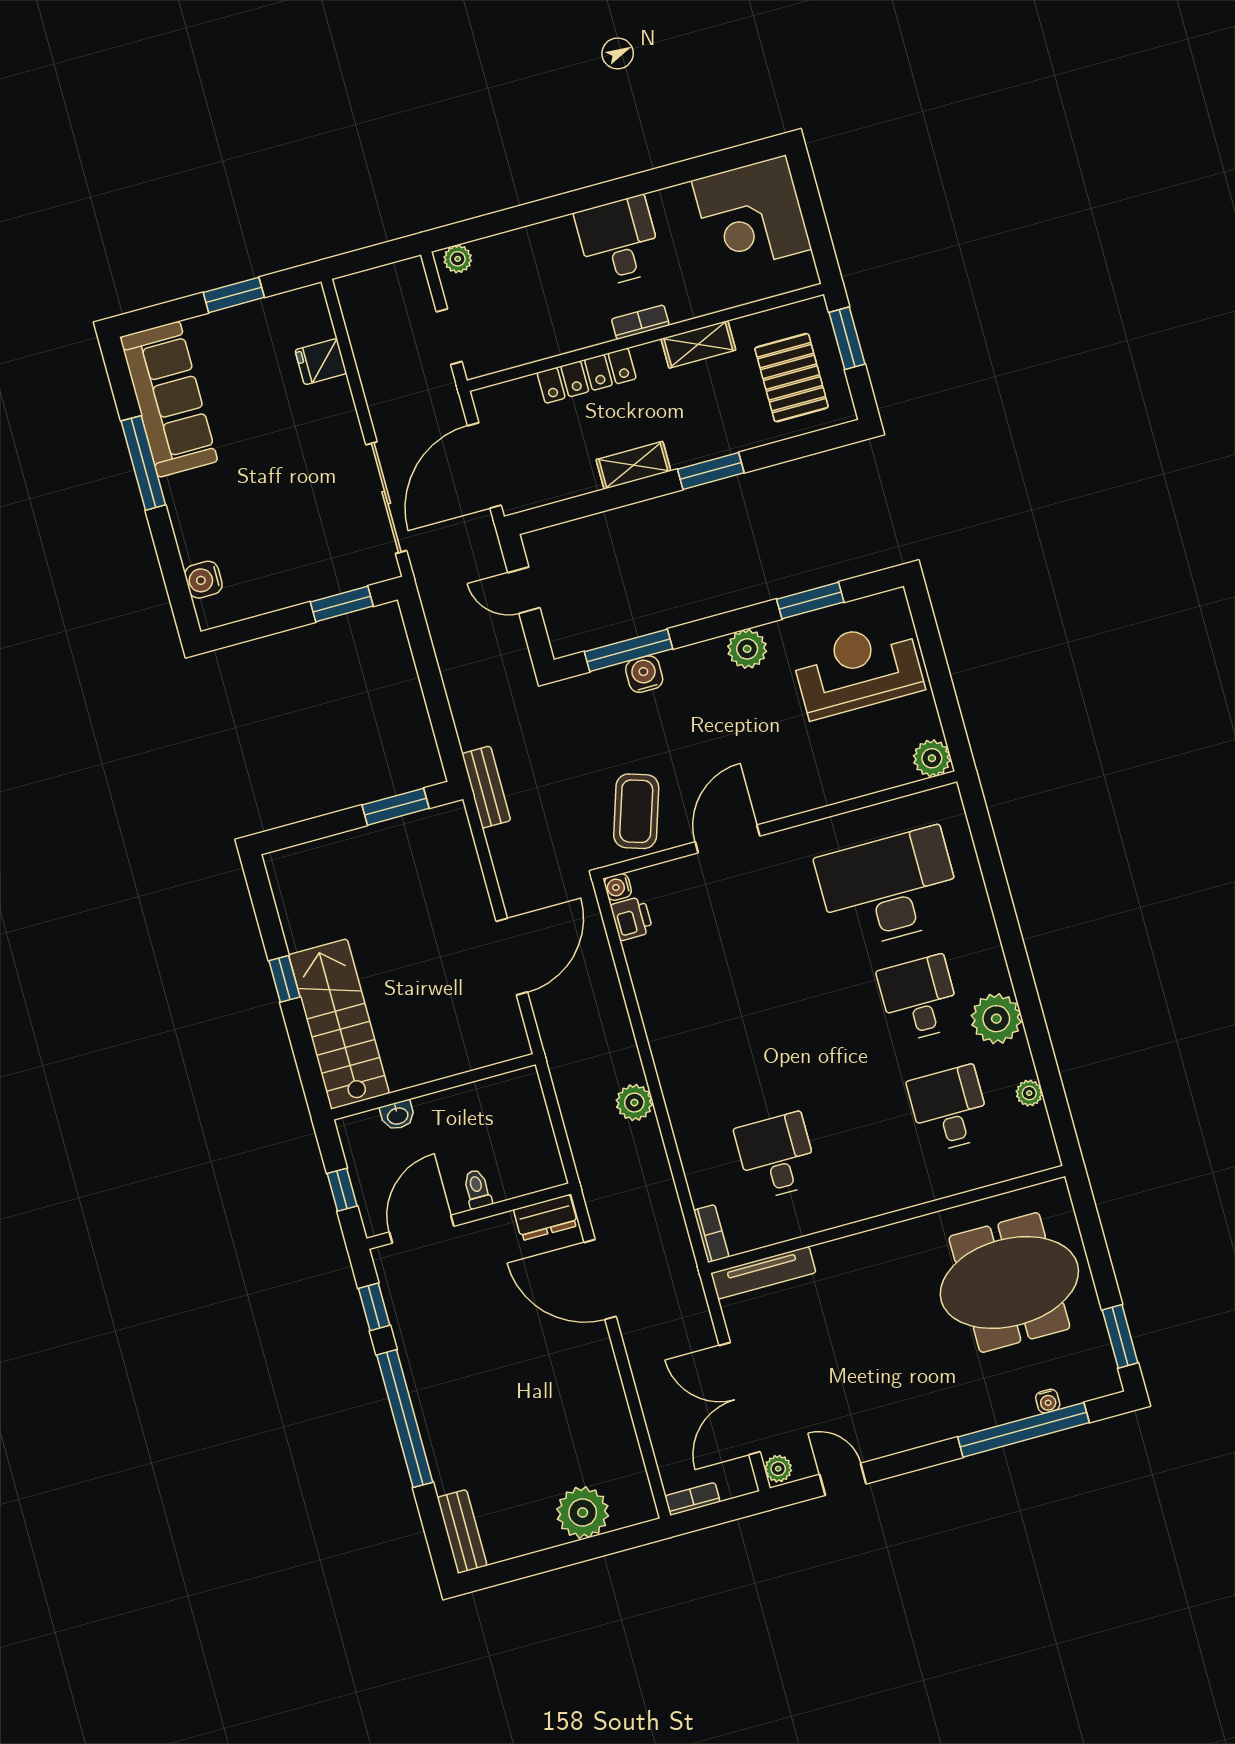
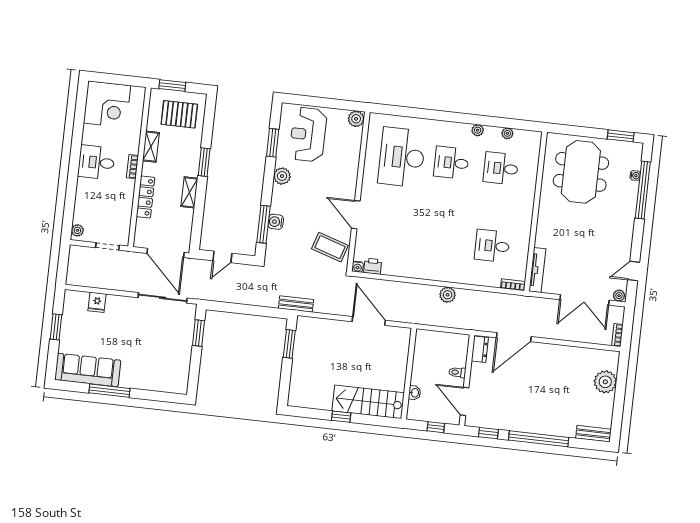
water cooler: (203, 580) -> (166, 385), removed
plant: (996, 1019) -> (478, 130), width x0.53, depth x0.53

